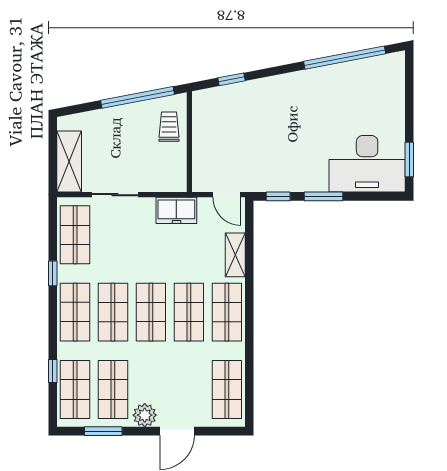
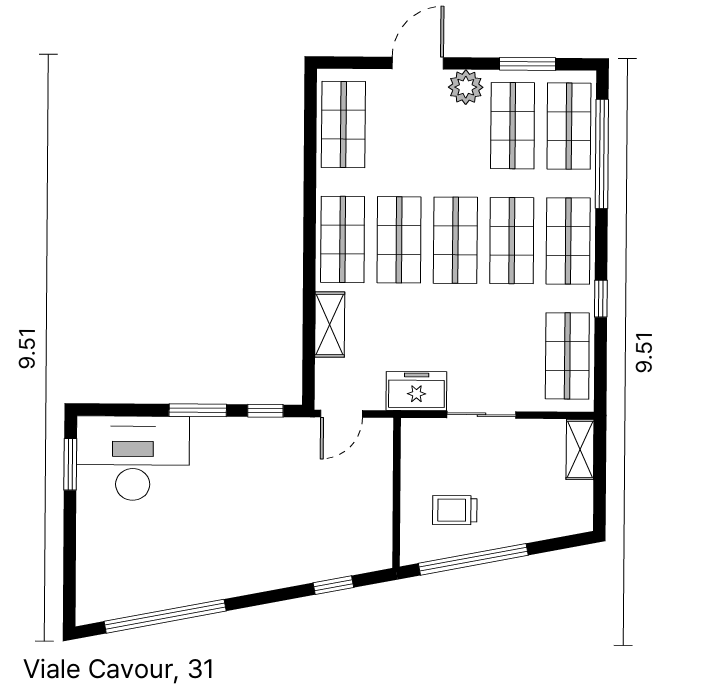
trolley: (169, 127) -> (455, 510), moved, turned 90
shelving: (69, 162) -> (580, 449), width x0.67, depth x0.75
sliding door: (115, 195) -> (481, 415), moved
door: (227, 195) -> (341, 414), swing flipped
window: (53, 371) -> (602, 154), width x3.17

